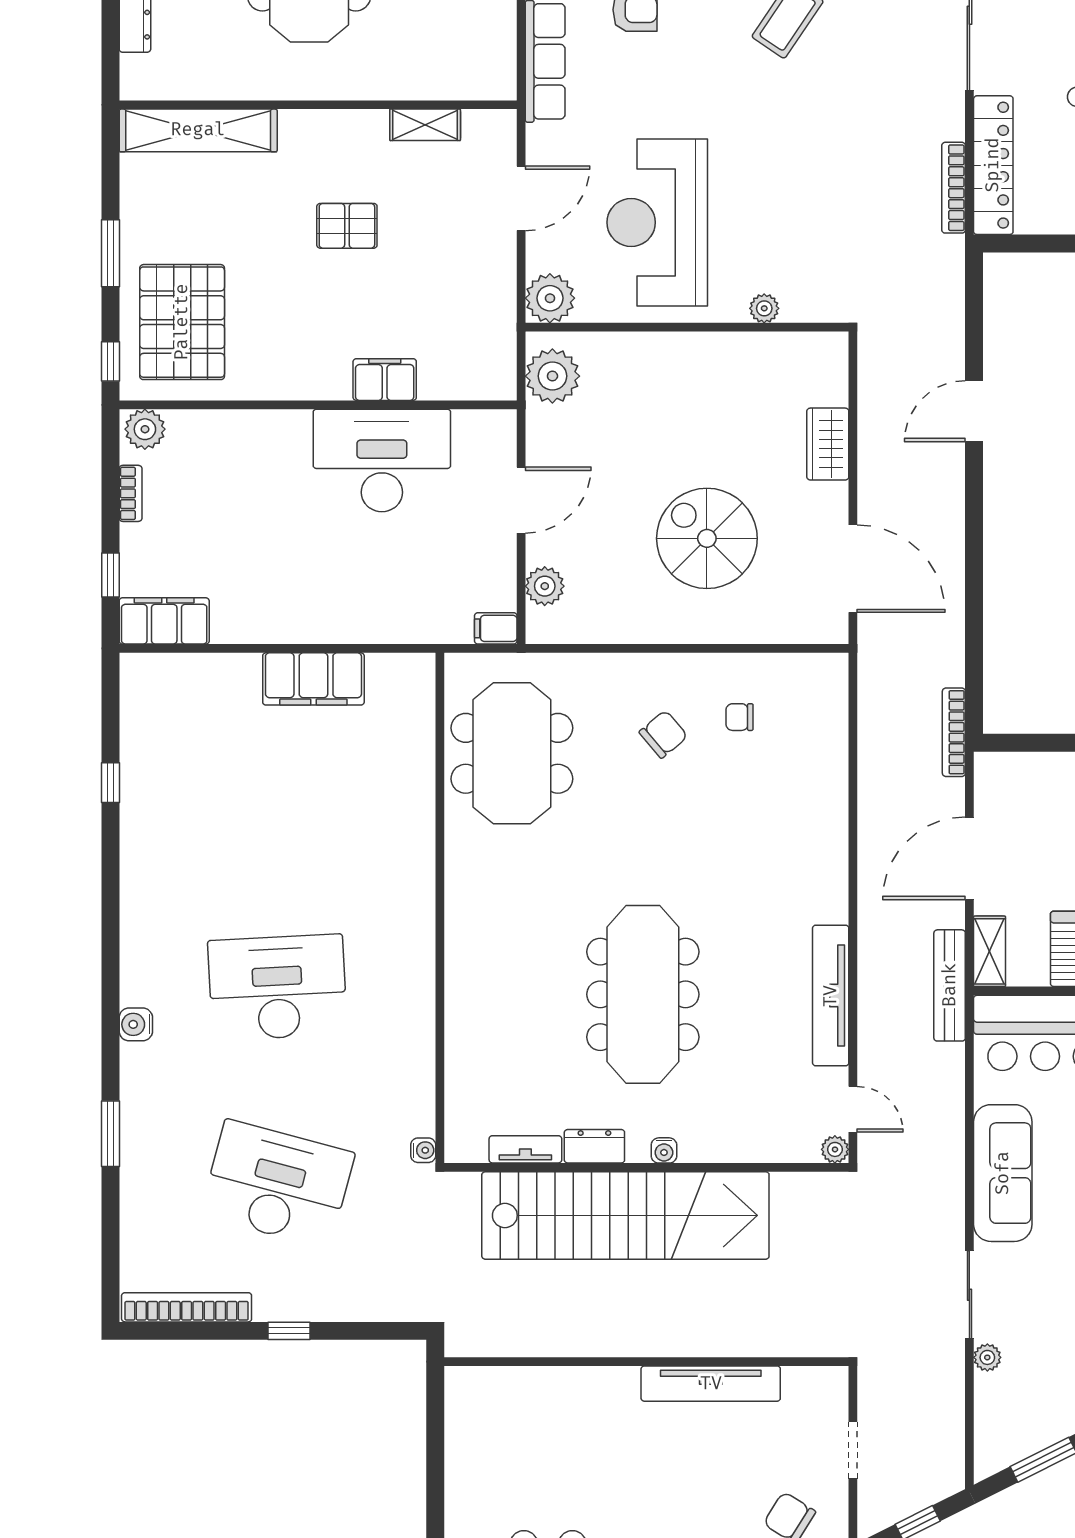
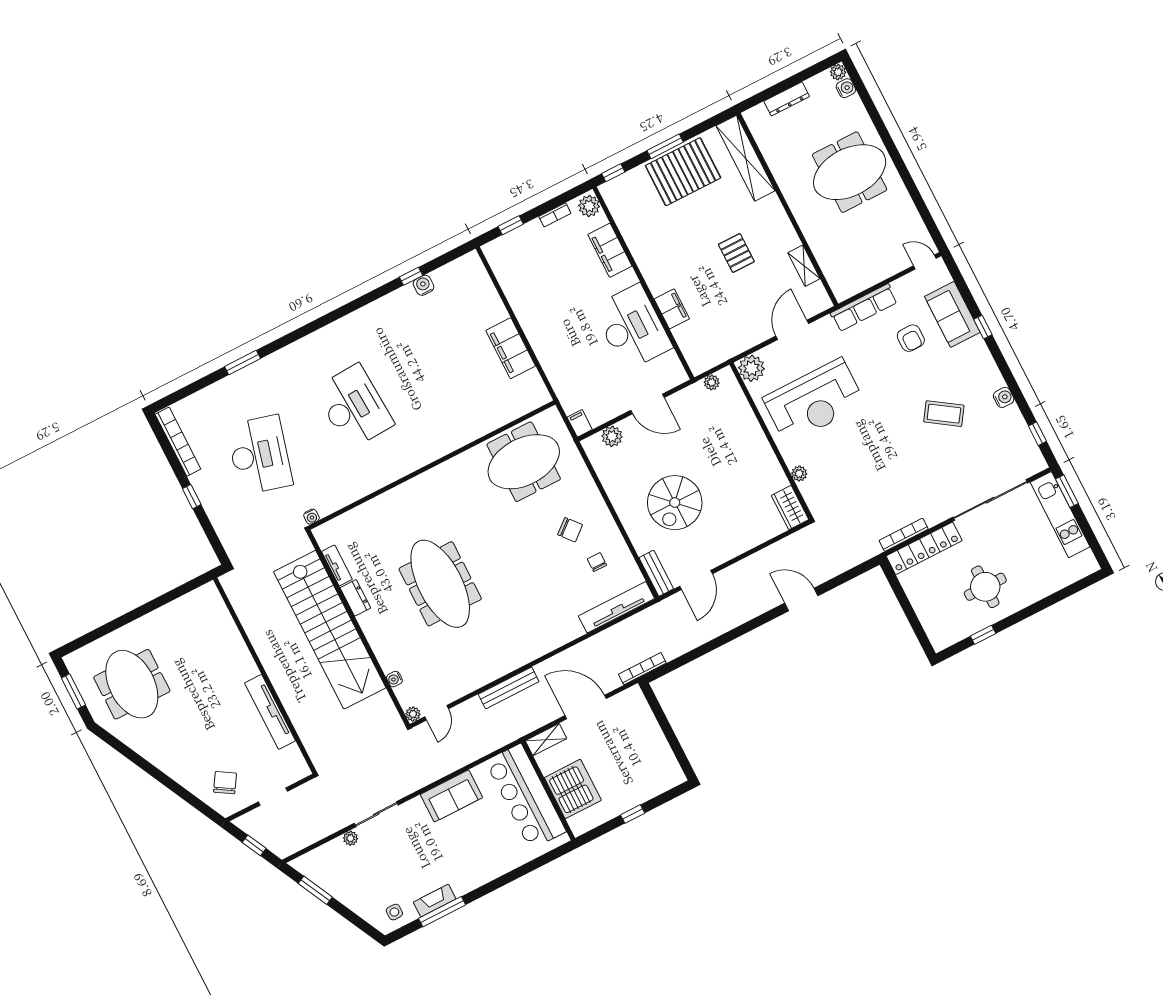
door: (521, 198) -> (792, 330), swing flipped
reception desk: (657, 222) -> (814, 401), turned 180
pallet: (182, 322) -> (683, 172), moved
plant: (552, 376) -> (712, 382), width x0.53, depth x0.53
wardrobe: (828, 444) -> (790, 508), moved, turned -90
spiral stairs: (707, 538) -> (675, 503), turned 180
door: (853, 569) -> (696, 580), width x0.73
filing cabinet: (164, 621) -> (610, 250), moved, turned 180
bench: (808, 629) -> (656, 573), added
bench: (950, 985) -> (509, 688), moved
meeting table: (643, 994) -> (440, 584), turned 90
tv unit: (831, 996) -> (616, 607), moved
water cooler: (136, 1024) -> (424, 285), moved
water cooler: (664, 1150) -> (394, 679), moved
sofa: (1003, 1173) -> (452, 796), width x0.73

